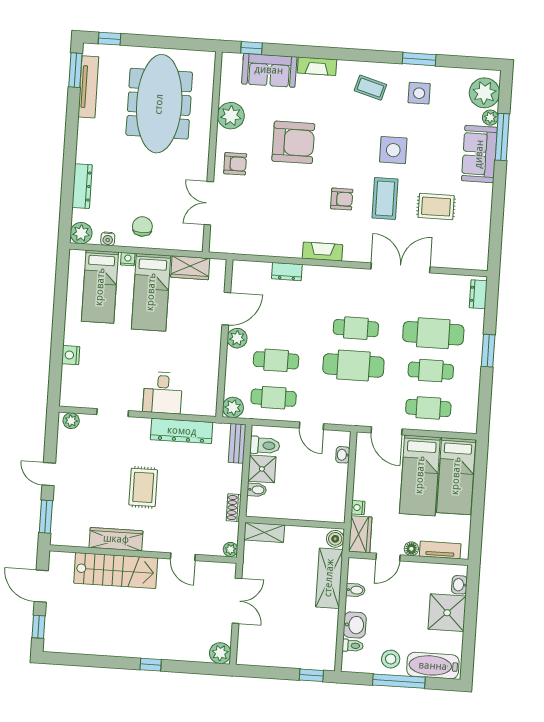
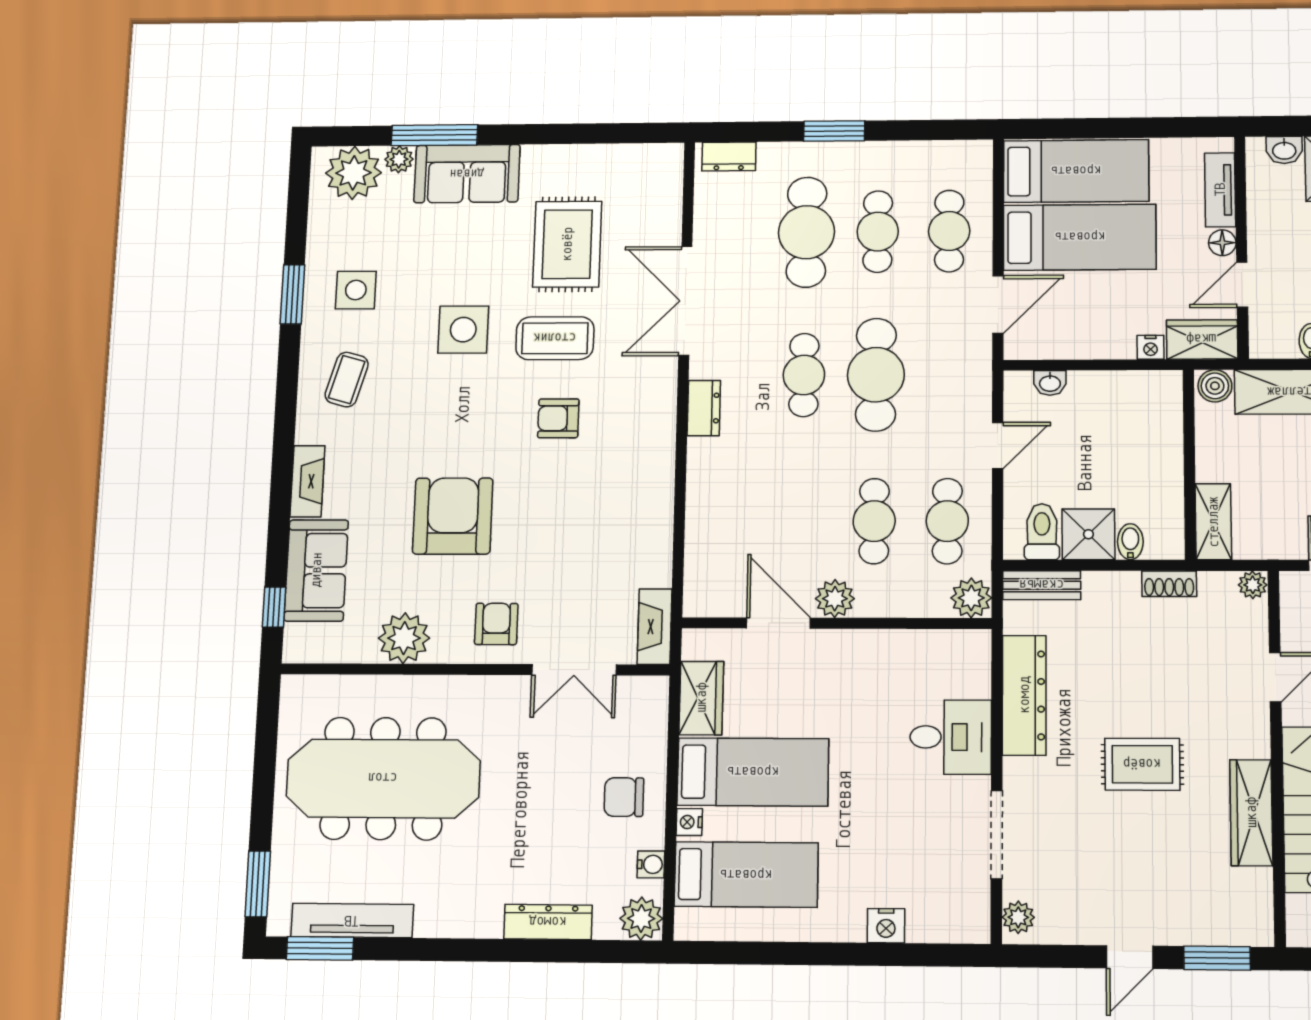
window: (110, 39) -> (258, 884), width x1.50
armchair: (342, 199) -> (558, 418), turned -90
rug: (436, 207) -> (567, 244), width x1.36, depth x1.43
fireplace: (322, 252) -> (655, 627), moved
dresser: (287, 272) -> (704, 408), moved
doorway: (113, 413) -> (997, 834), width x1.38
door: (388, 557) -> (1242, 285), swing flipped

